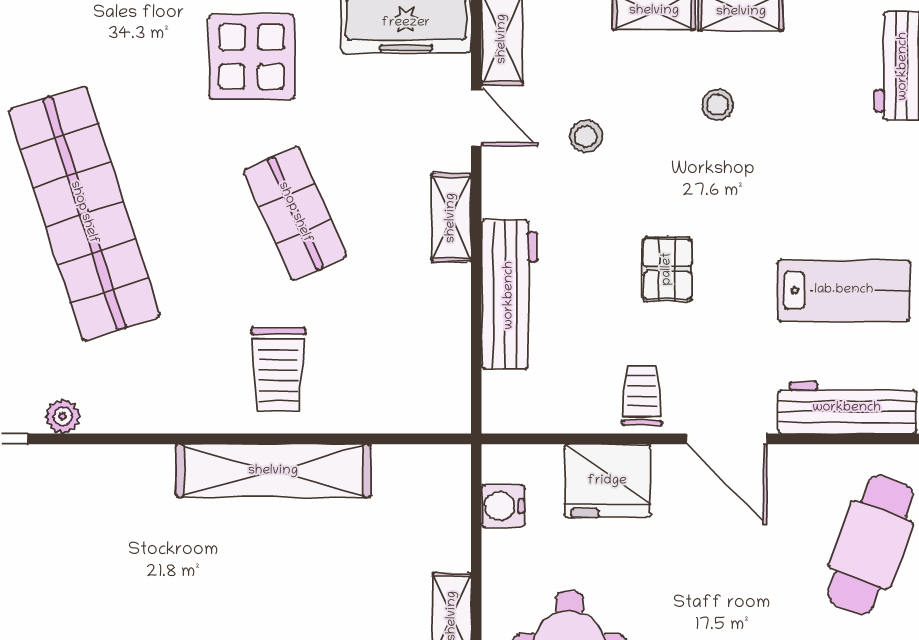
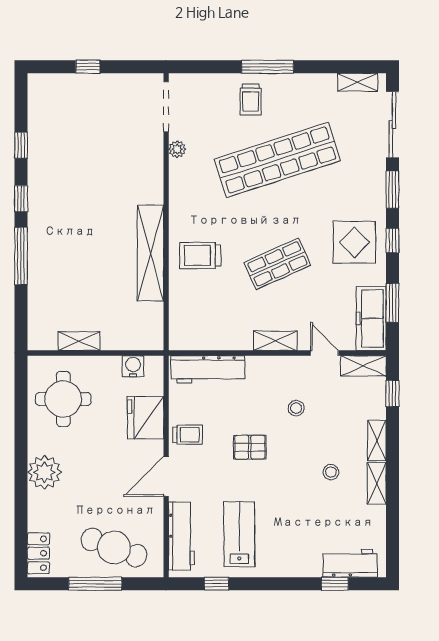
door: (476, 118) -> (324, 353), swing flipped
stool: (586, 136) -> (296, 408), moved
lab bench: (844, 290) -> (239, 534), turned 180
workbench: (509, 295) -> (208, 369), moved

